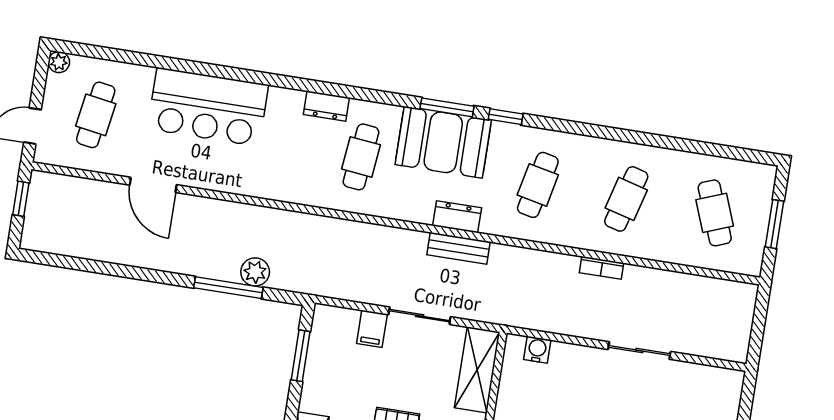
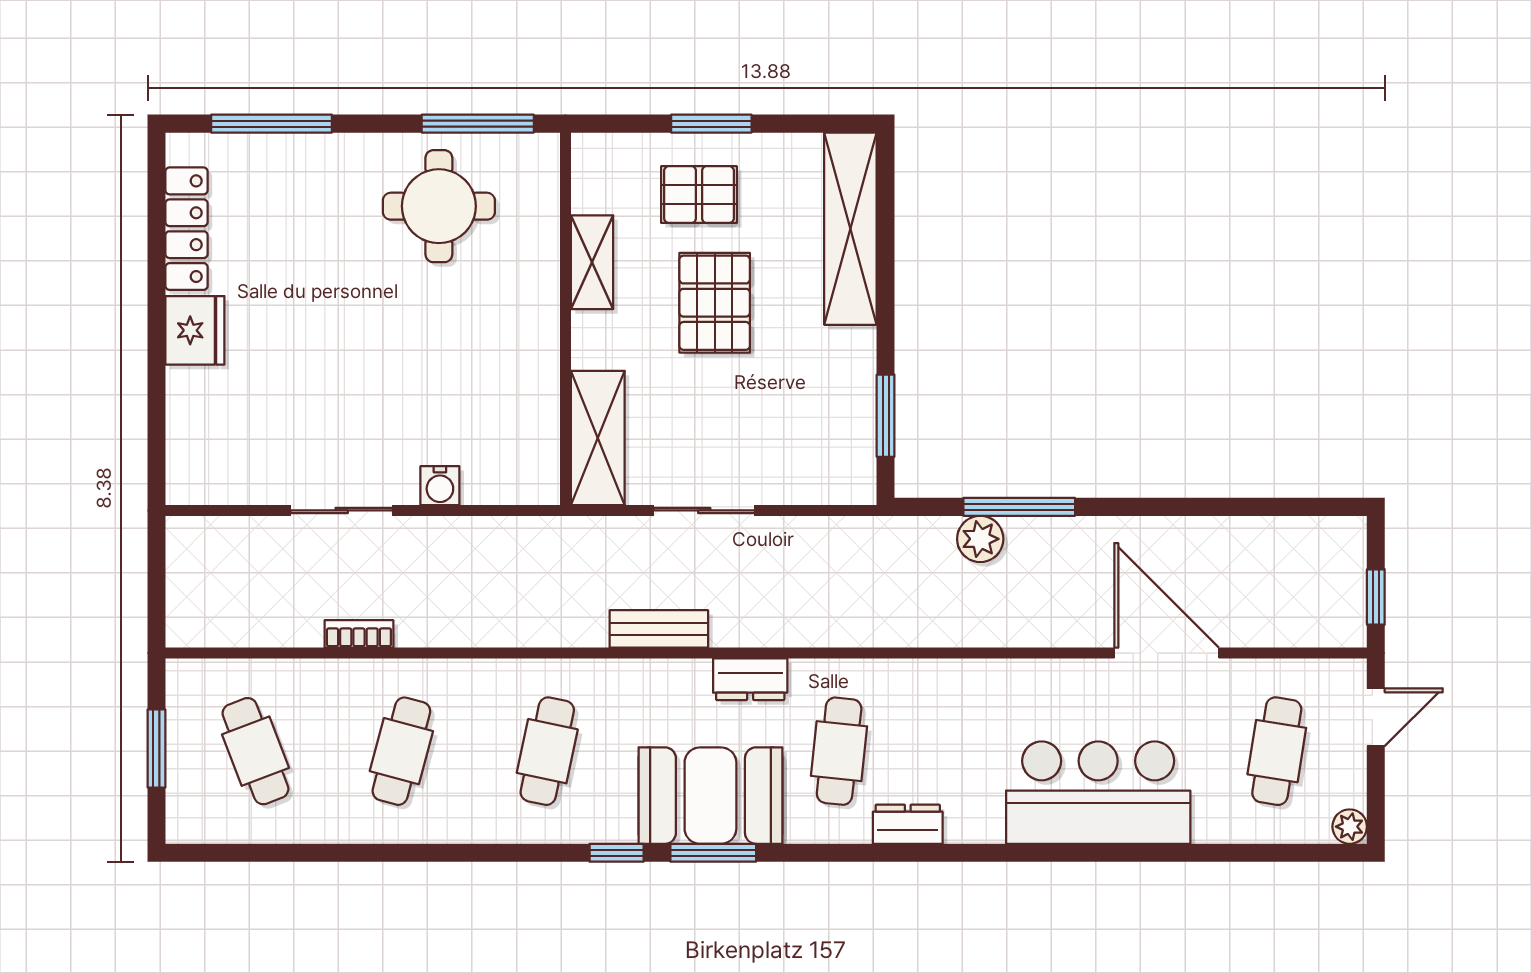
door: (153, 185) -> (1167, 653), width x1.36
dresser: (457, 217) -> (750, 679), moved
bookcase: (602, 268) -> (359, 634), moved
filing cabinet: (372, 329) -> (778, 477), removed
water cooler: (537, 350) -> (440, 486), moved

